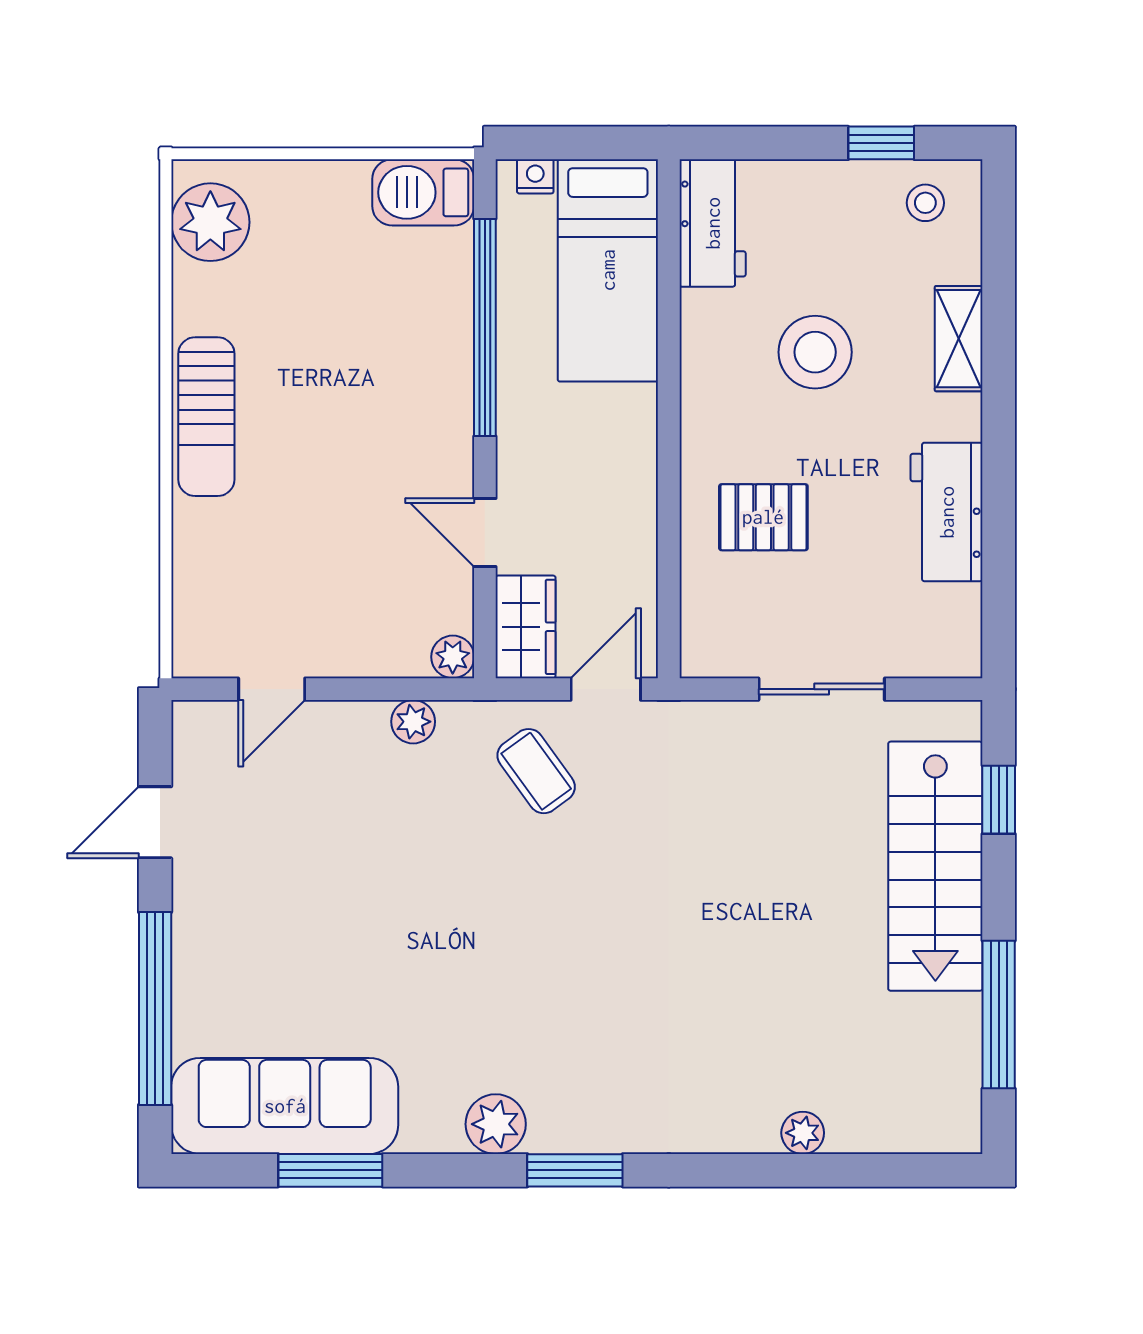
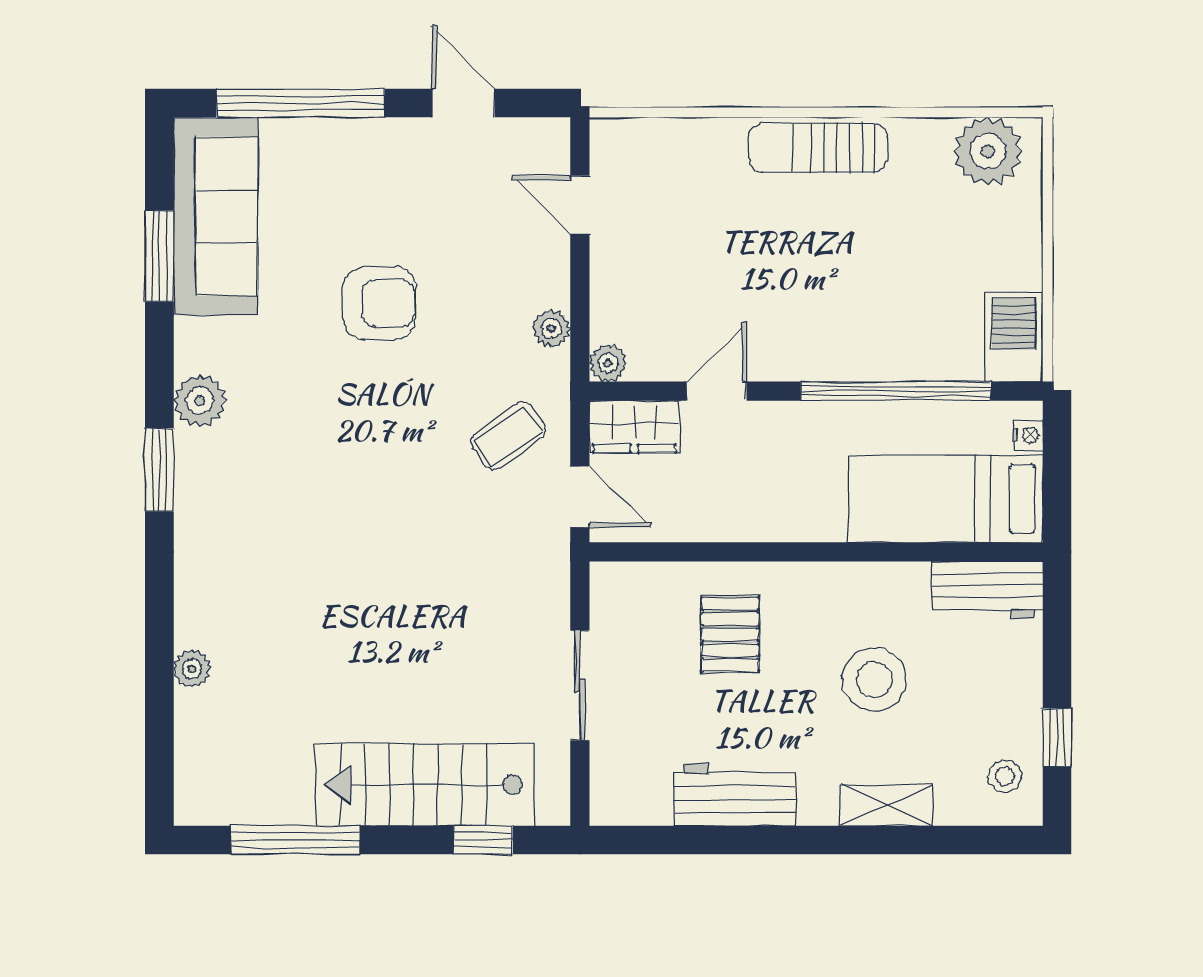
armchair: (384, 918) -> (380, 303), added

